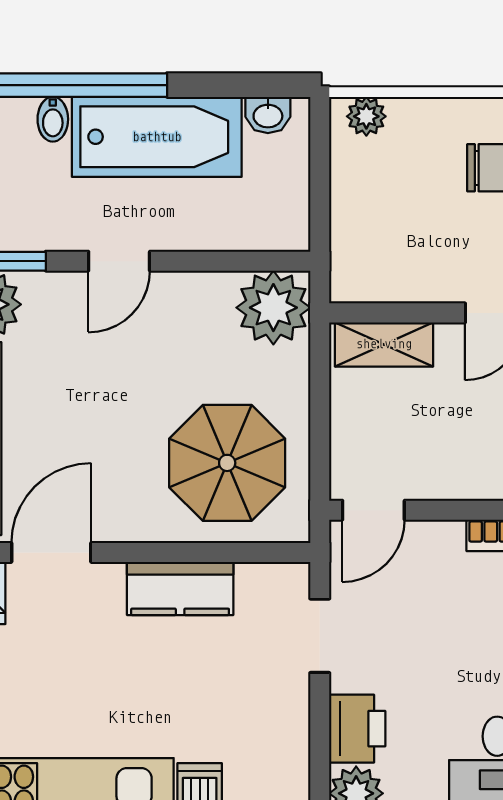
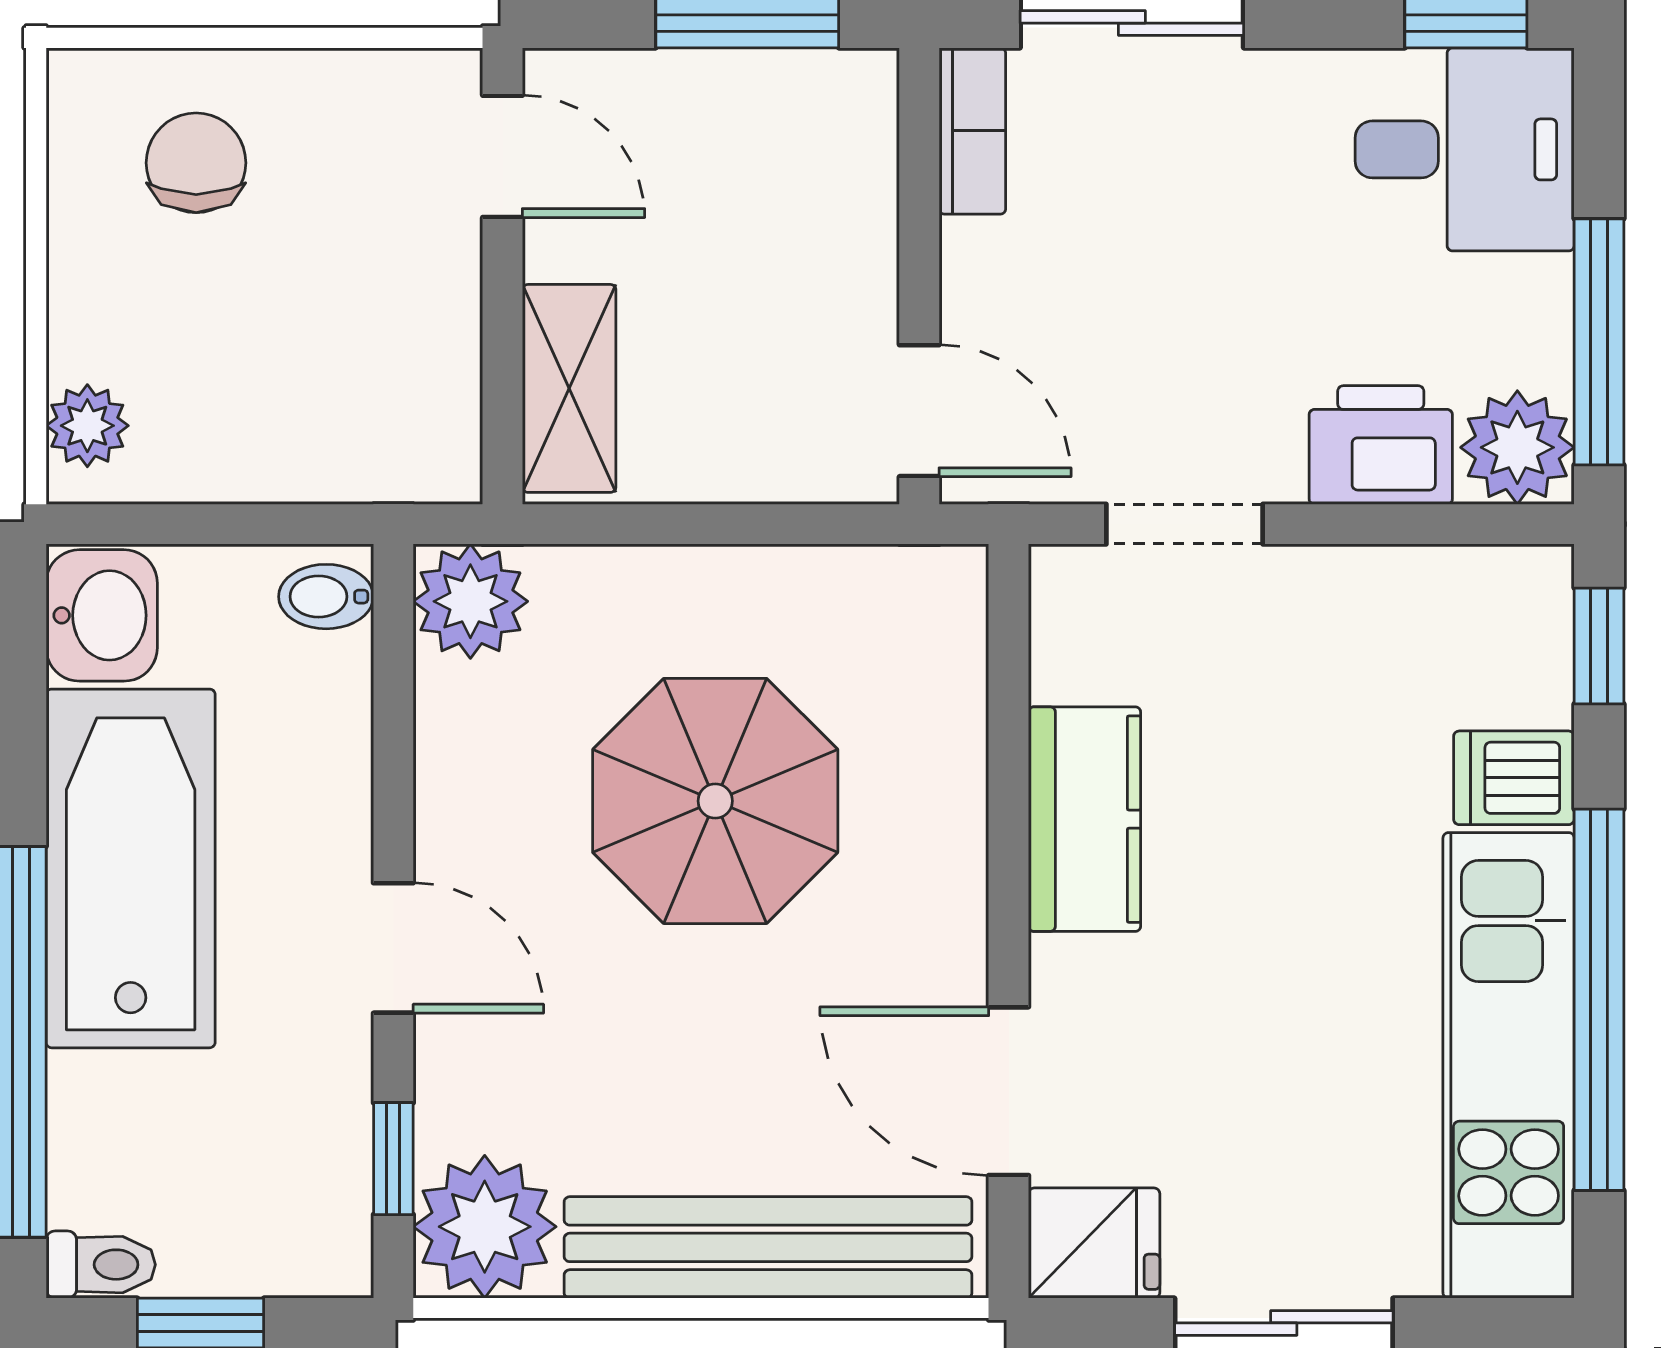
washbasin: (268, 115) -> (102, 615), width x1.38, depth x1.45
bidet: (53, 119) -> (326, 597), moved, turned 180
plant: (273, 308) -> (470, 601), width x0.73, depth x0.73
parasol: (227, 463) -> (715, 801), moved

